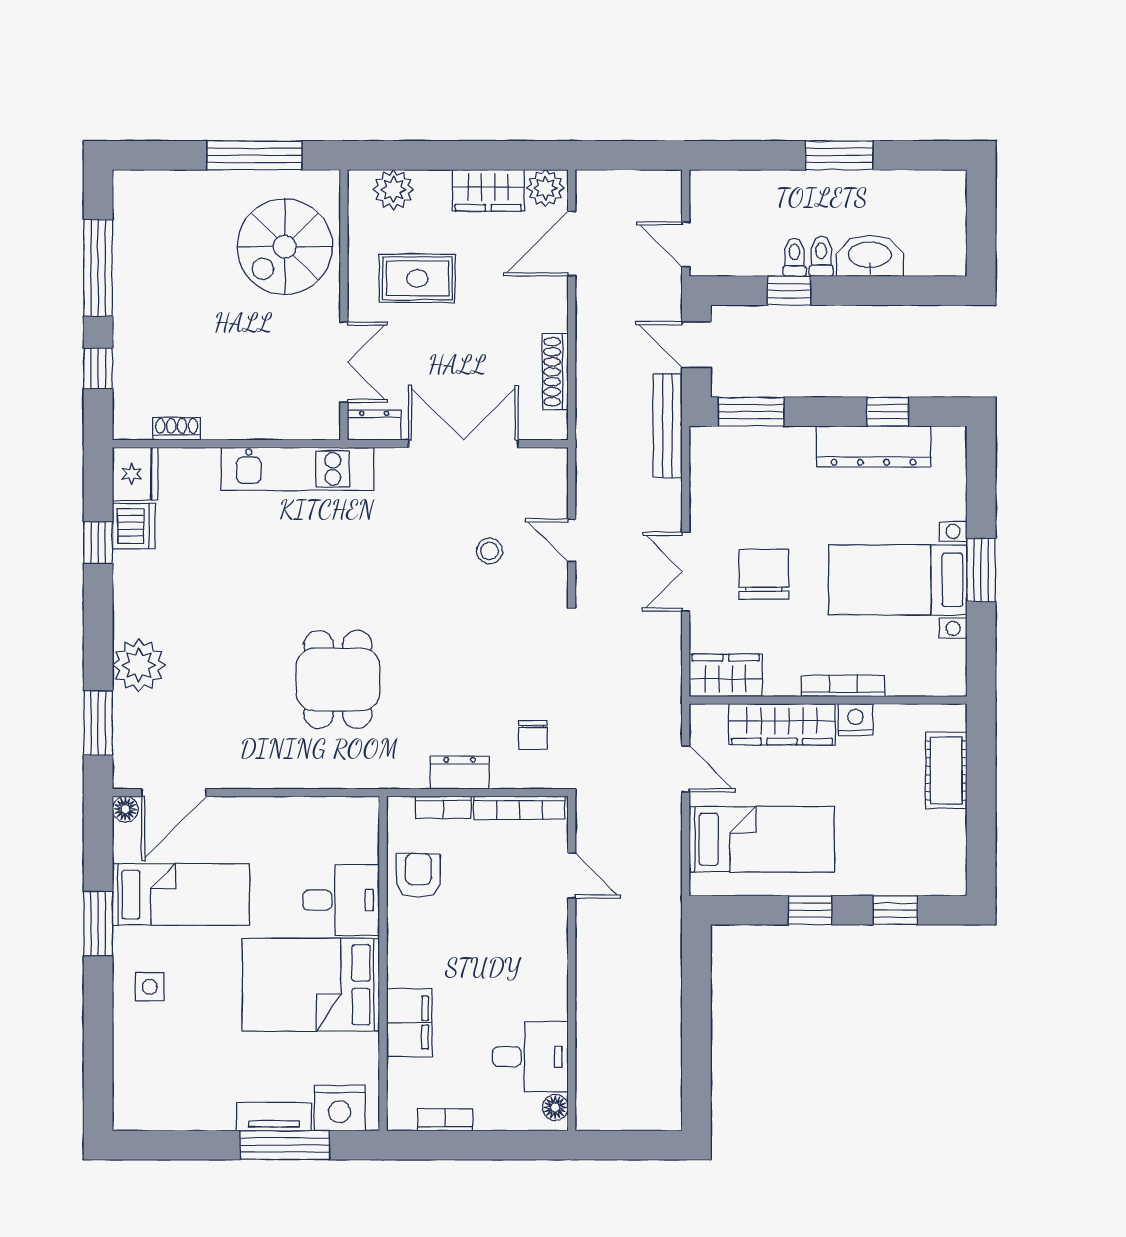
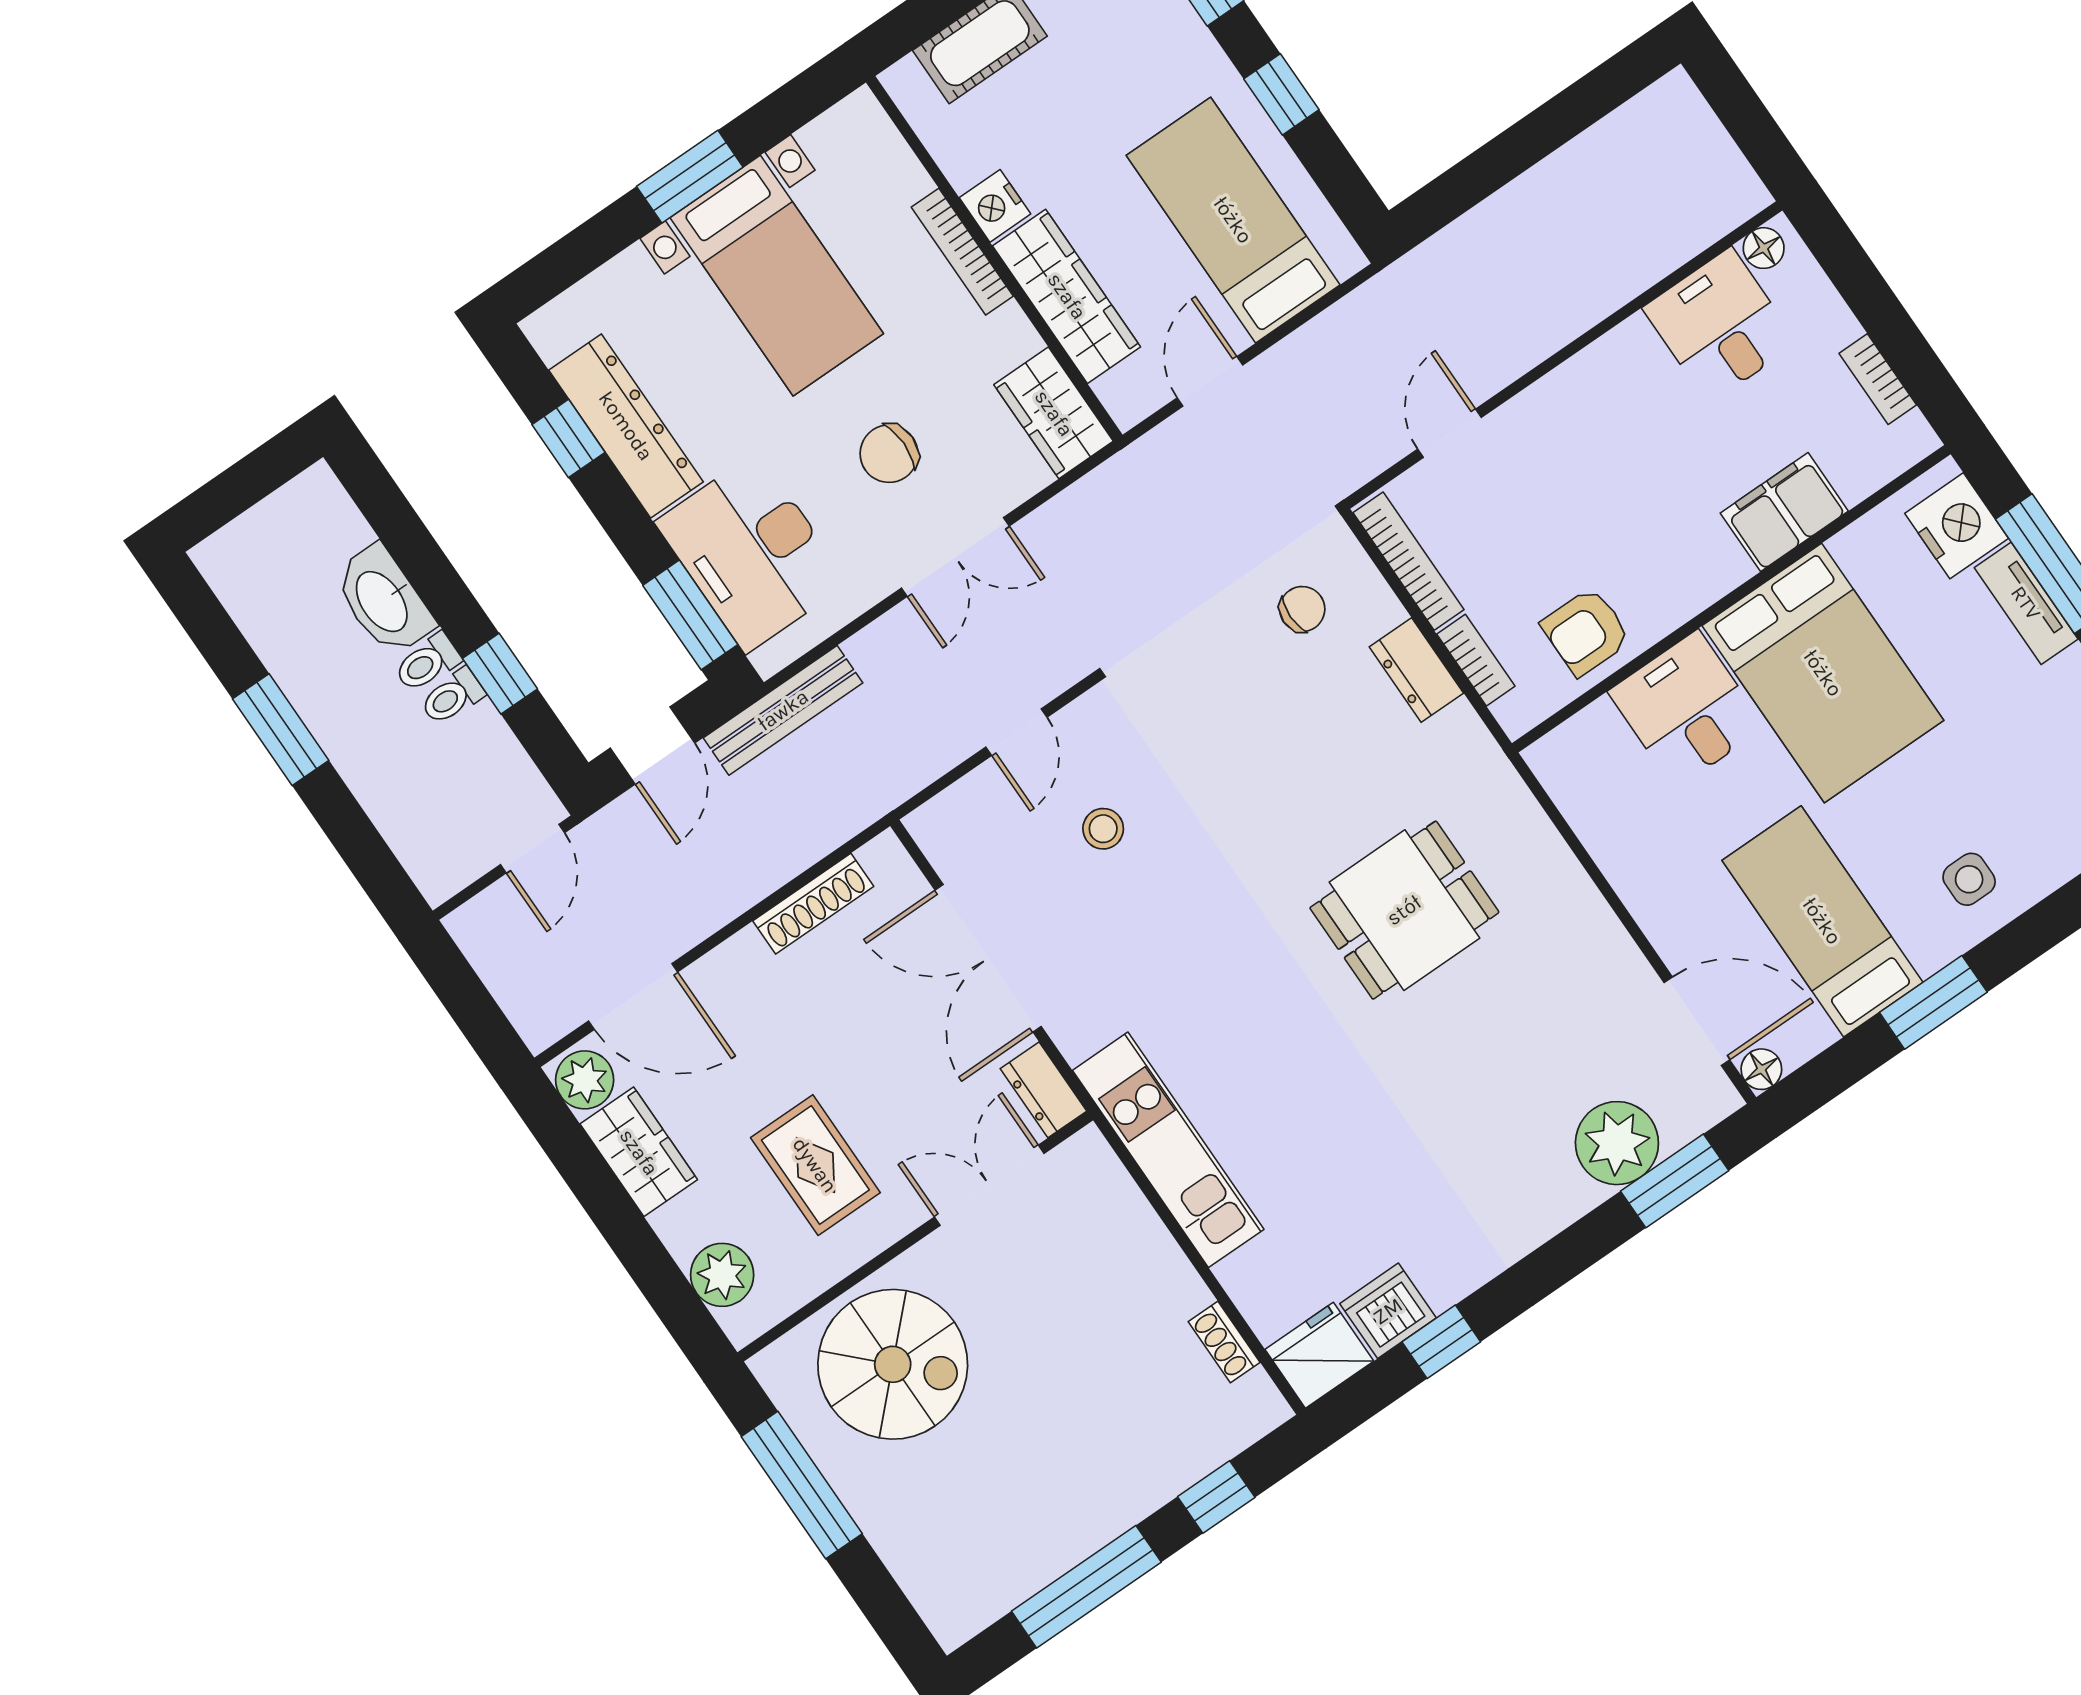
desk: (762, 467) -> (752, 552), added
chair: (764, 574) -> (889, 454), width x0.73, depth x0.73
plant: (139, 665) -> (1617, 1143), moved

